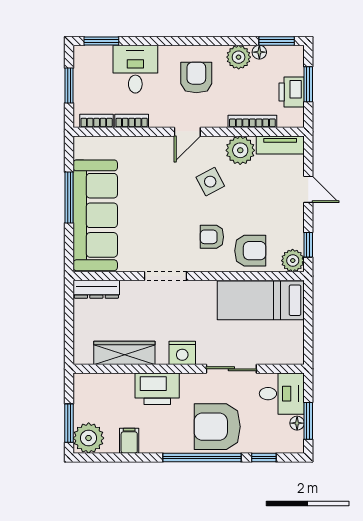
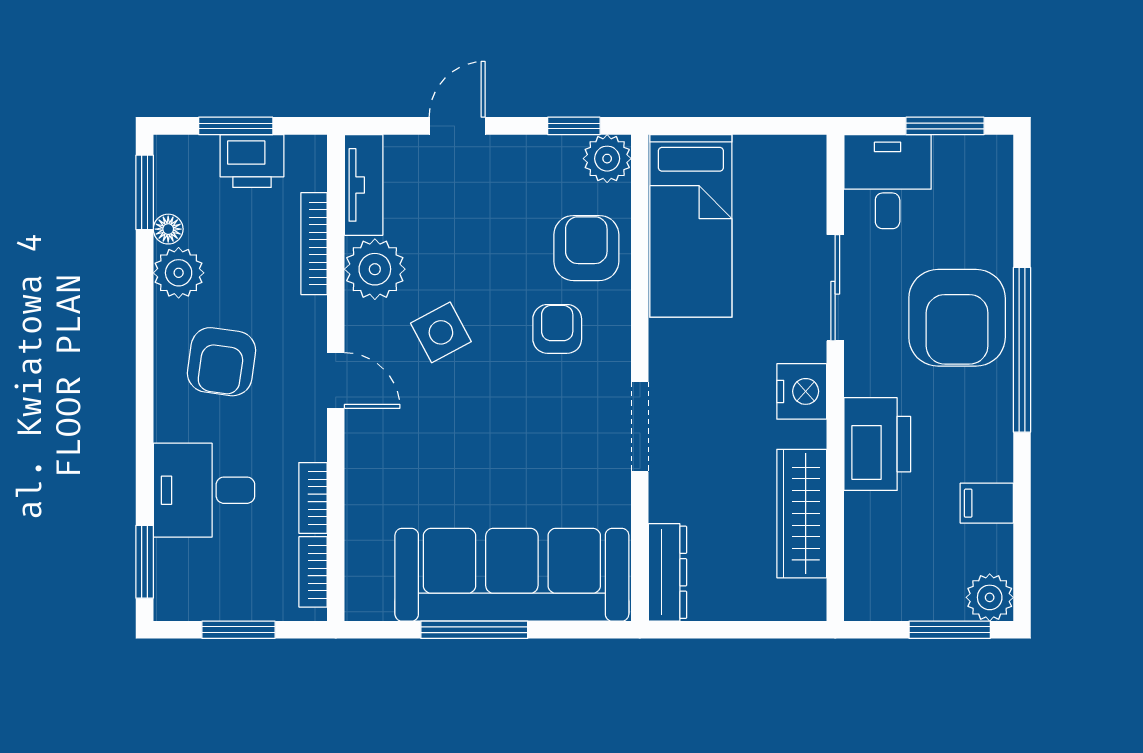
armchair: (196, 77) -> (222, 362), turned -82
armchair: (212, 237) -> (557, 329), turned 180
floor lamp: (297, 423) -> (950, 150), removed
plant: (89, 438) -> (990, 597), width x0.73, depth x0.73
window: (264, 457) -> (1022, 220), removed

